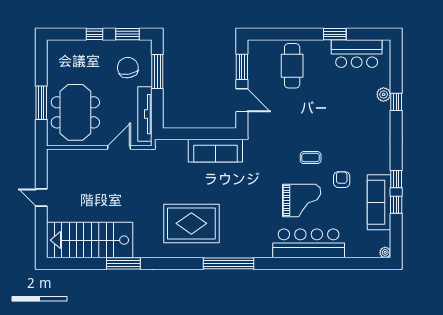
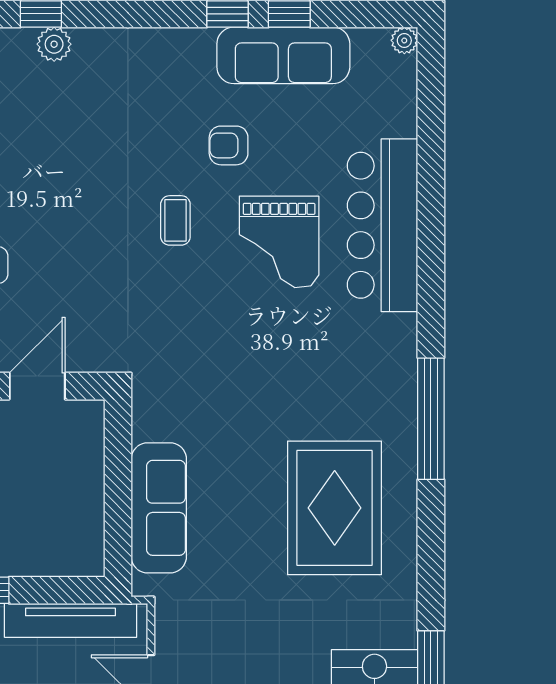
plant: (384, 94) -> (54, 44), moved
sofa: (215, 151) -> (159, 508), moved
grand piano: (302, 201) -> (279, 242), turned 180

